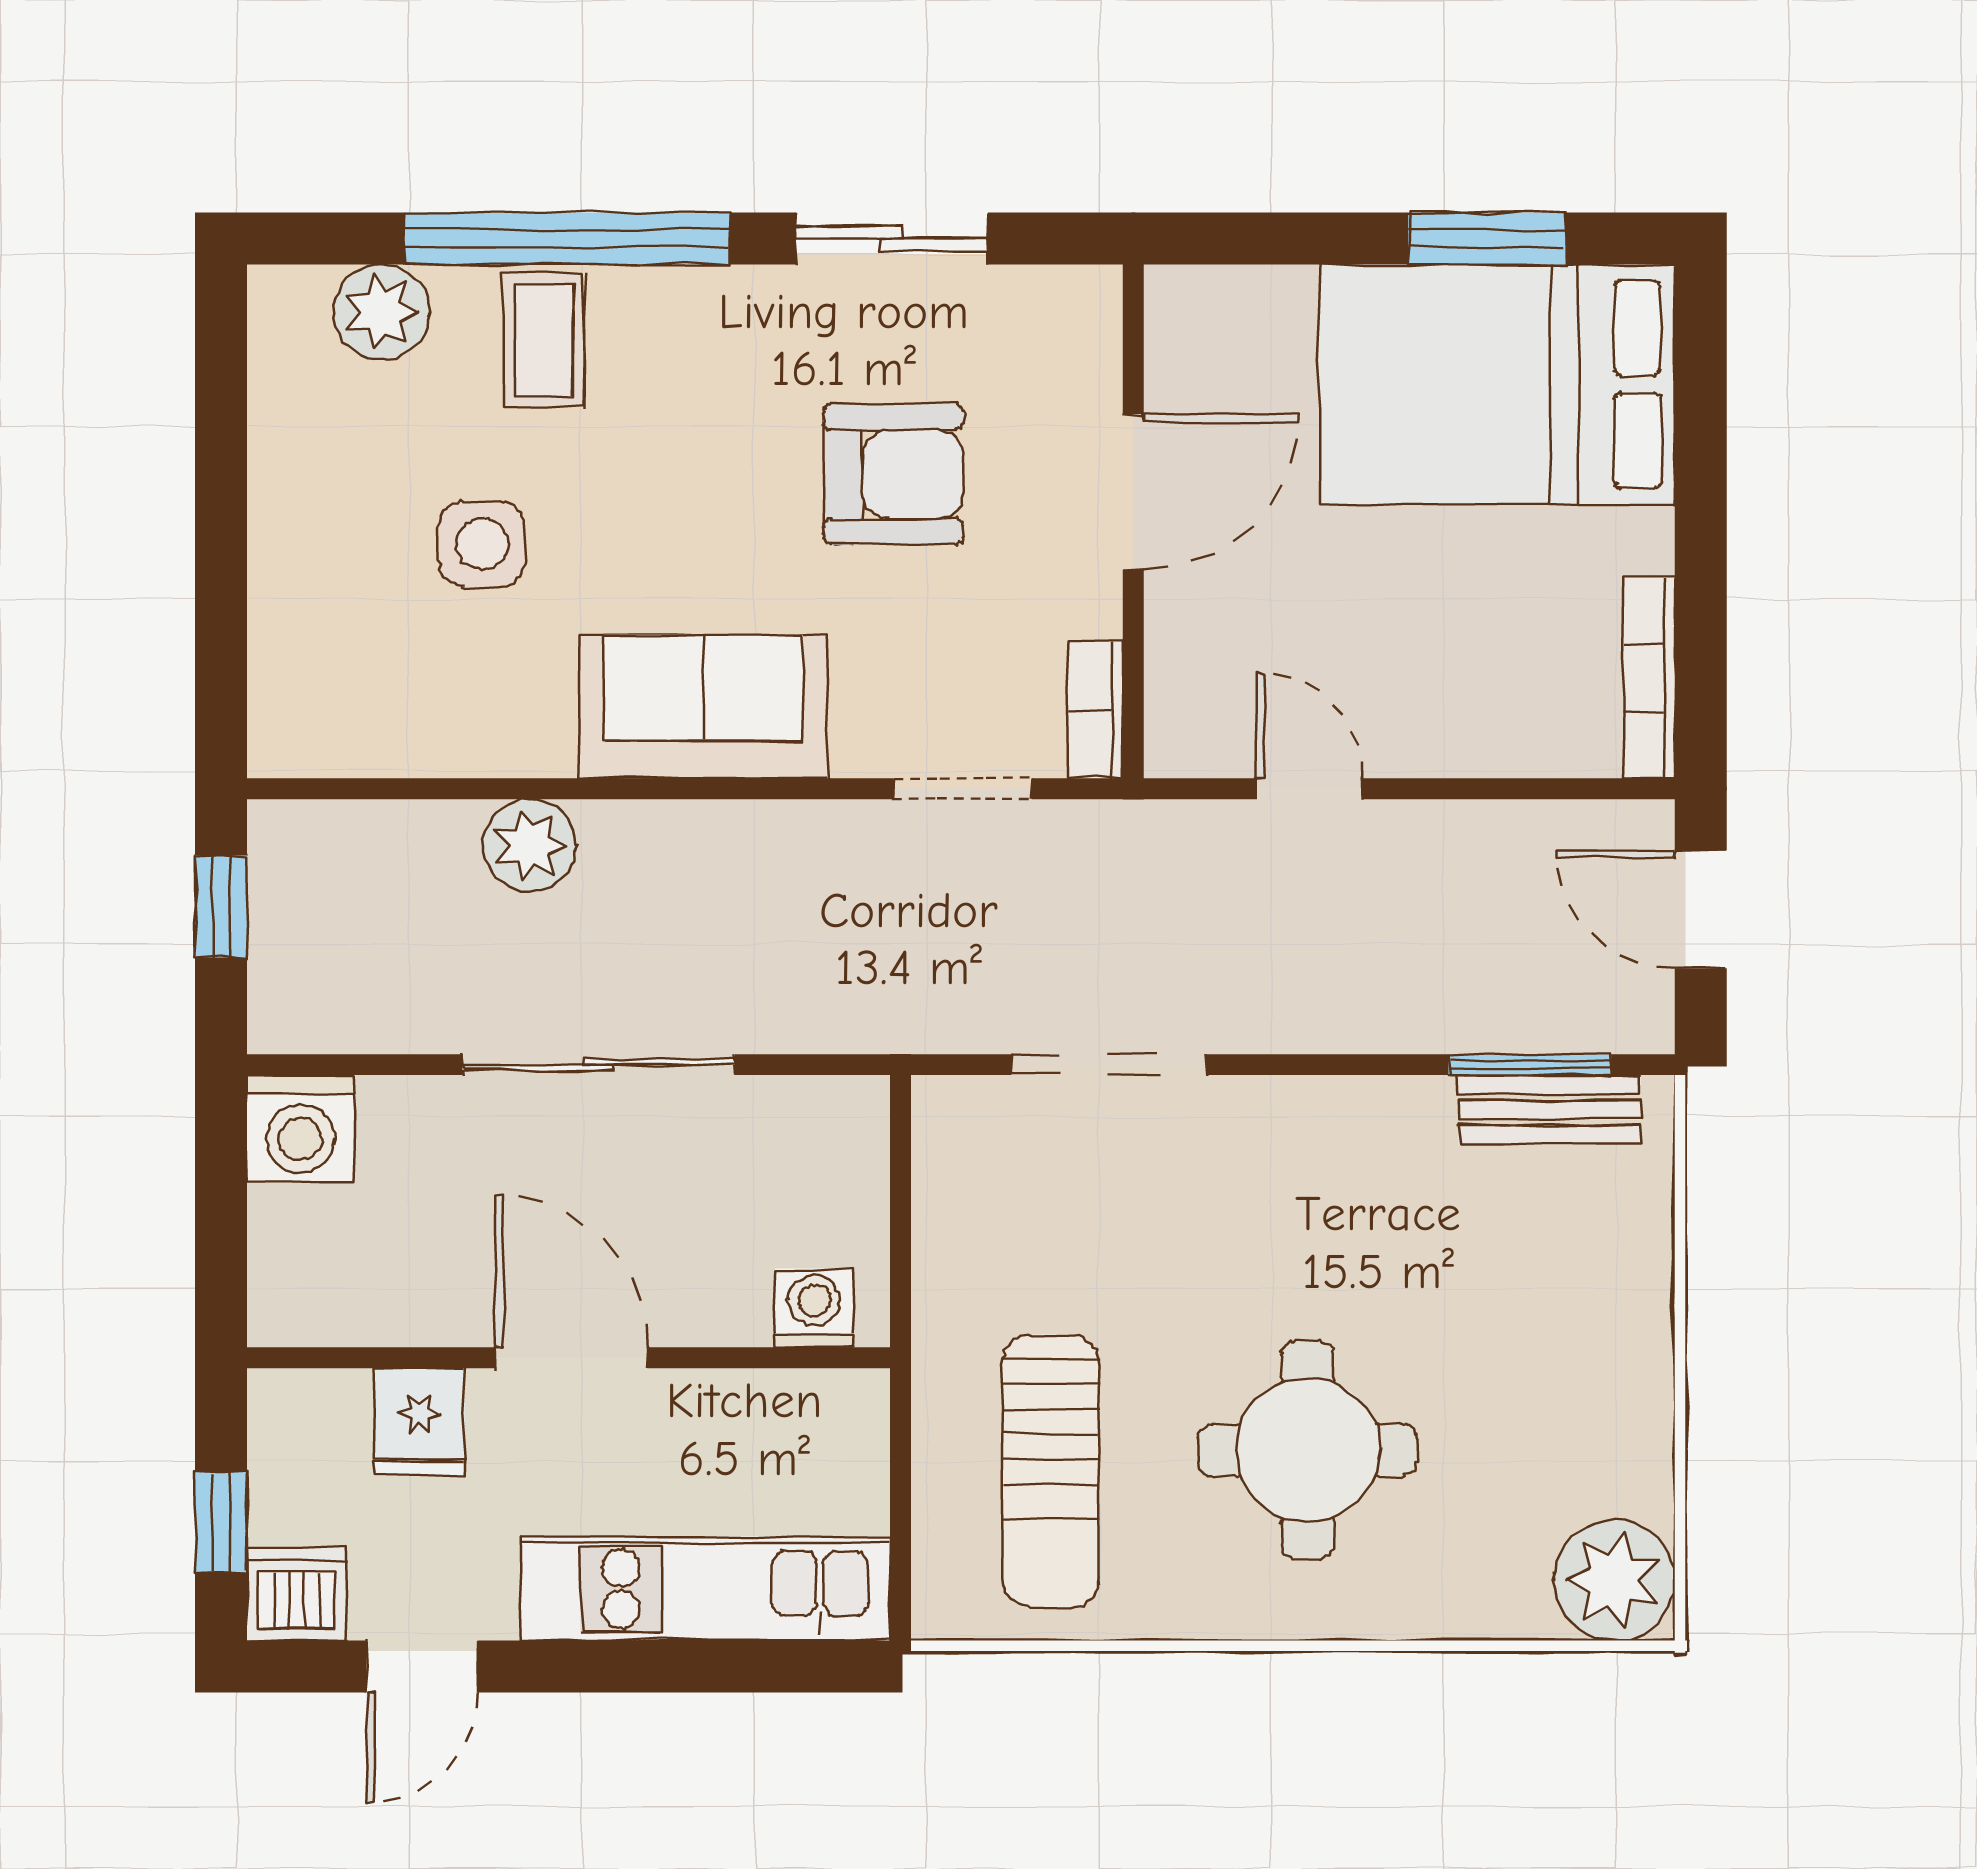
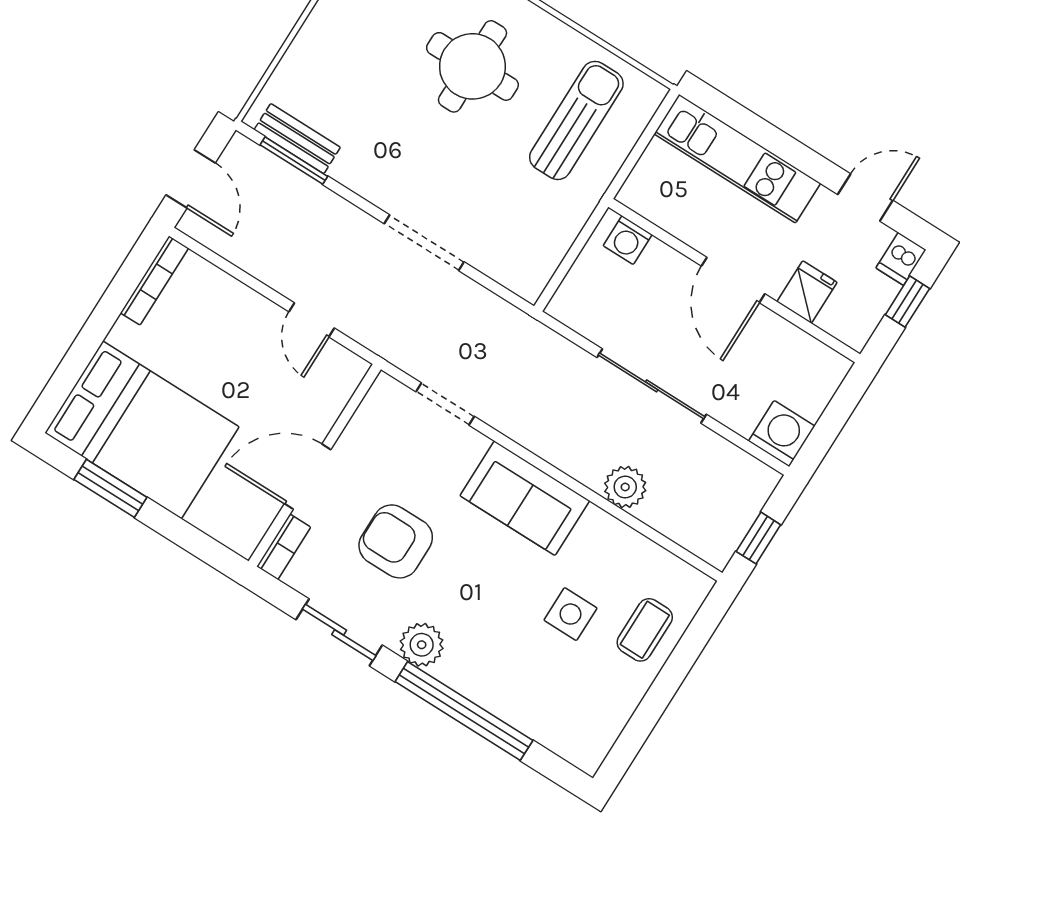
plant: (381, 312) -> (422, 645), moved
coffee table: (544, 340) -> (645, 630), moved
bookcase: (1096, 710) -> (284, 547), moved
doorway: (1109, 1065) -> (424, 243), moved
dishwasher: (297, 1594) -> (901, 259), width x0.73

